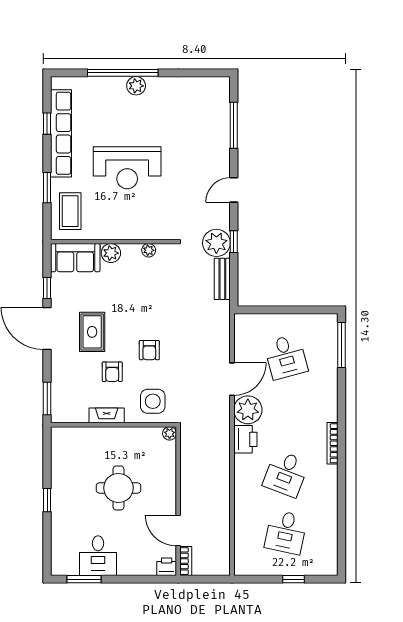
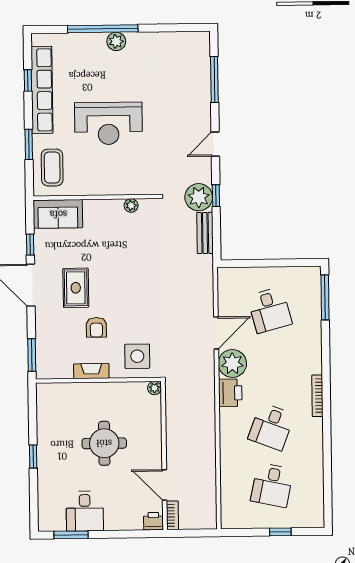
plant: (111, 253) -> (93, 209), removed
armchair: (149, 350) -> (133, 305), removed

